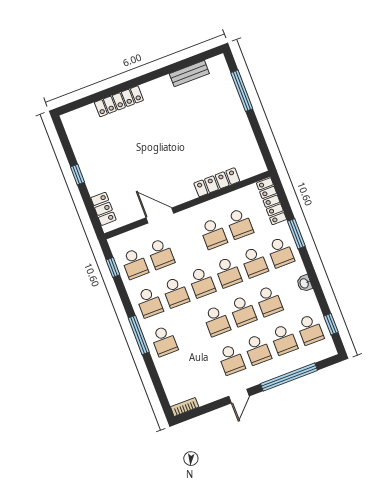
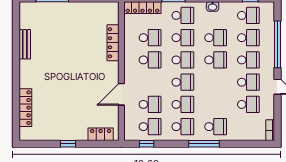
bench: (189, 74) -> (25, 44), moved
locker: (119, 101) -> (25, 108), moved
school desk: (217, 321) -> (248, 104), moved

